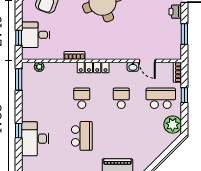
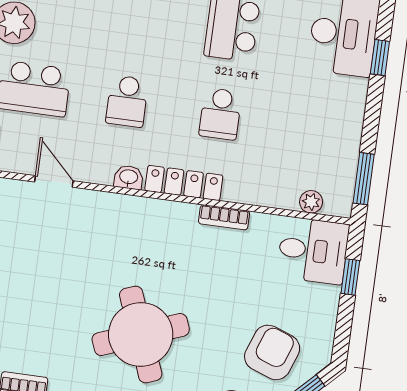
desk: (36, 35) -> (313, 251), moved
washbasin: (133, 67) -> (129, 177), moved

